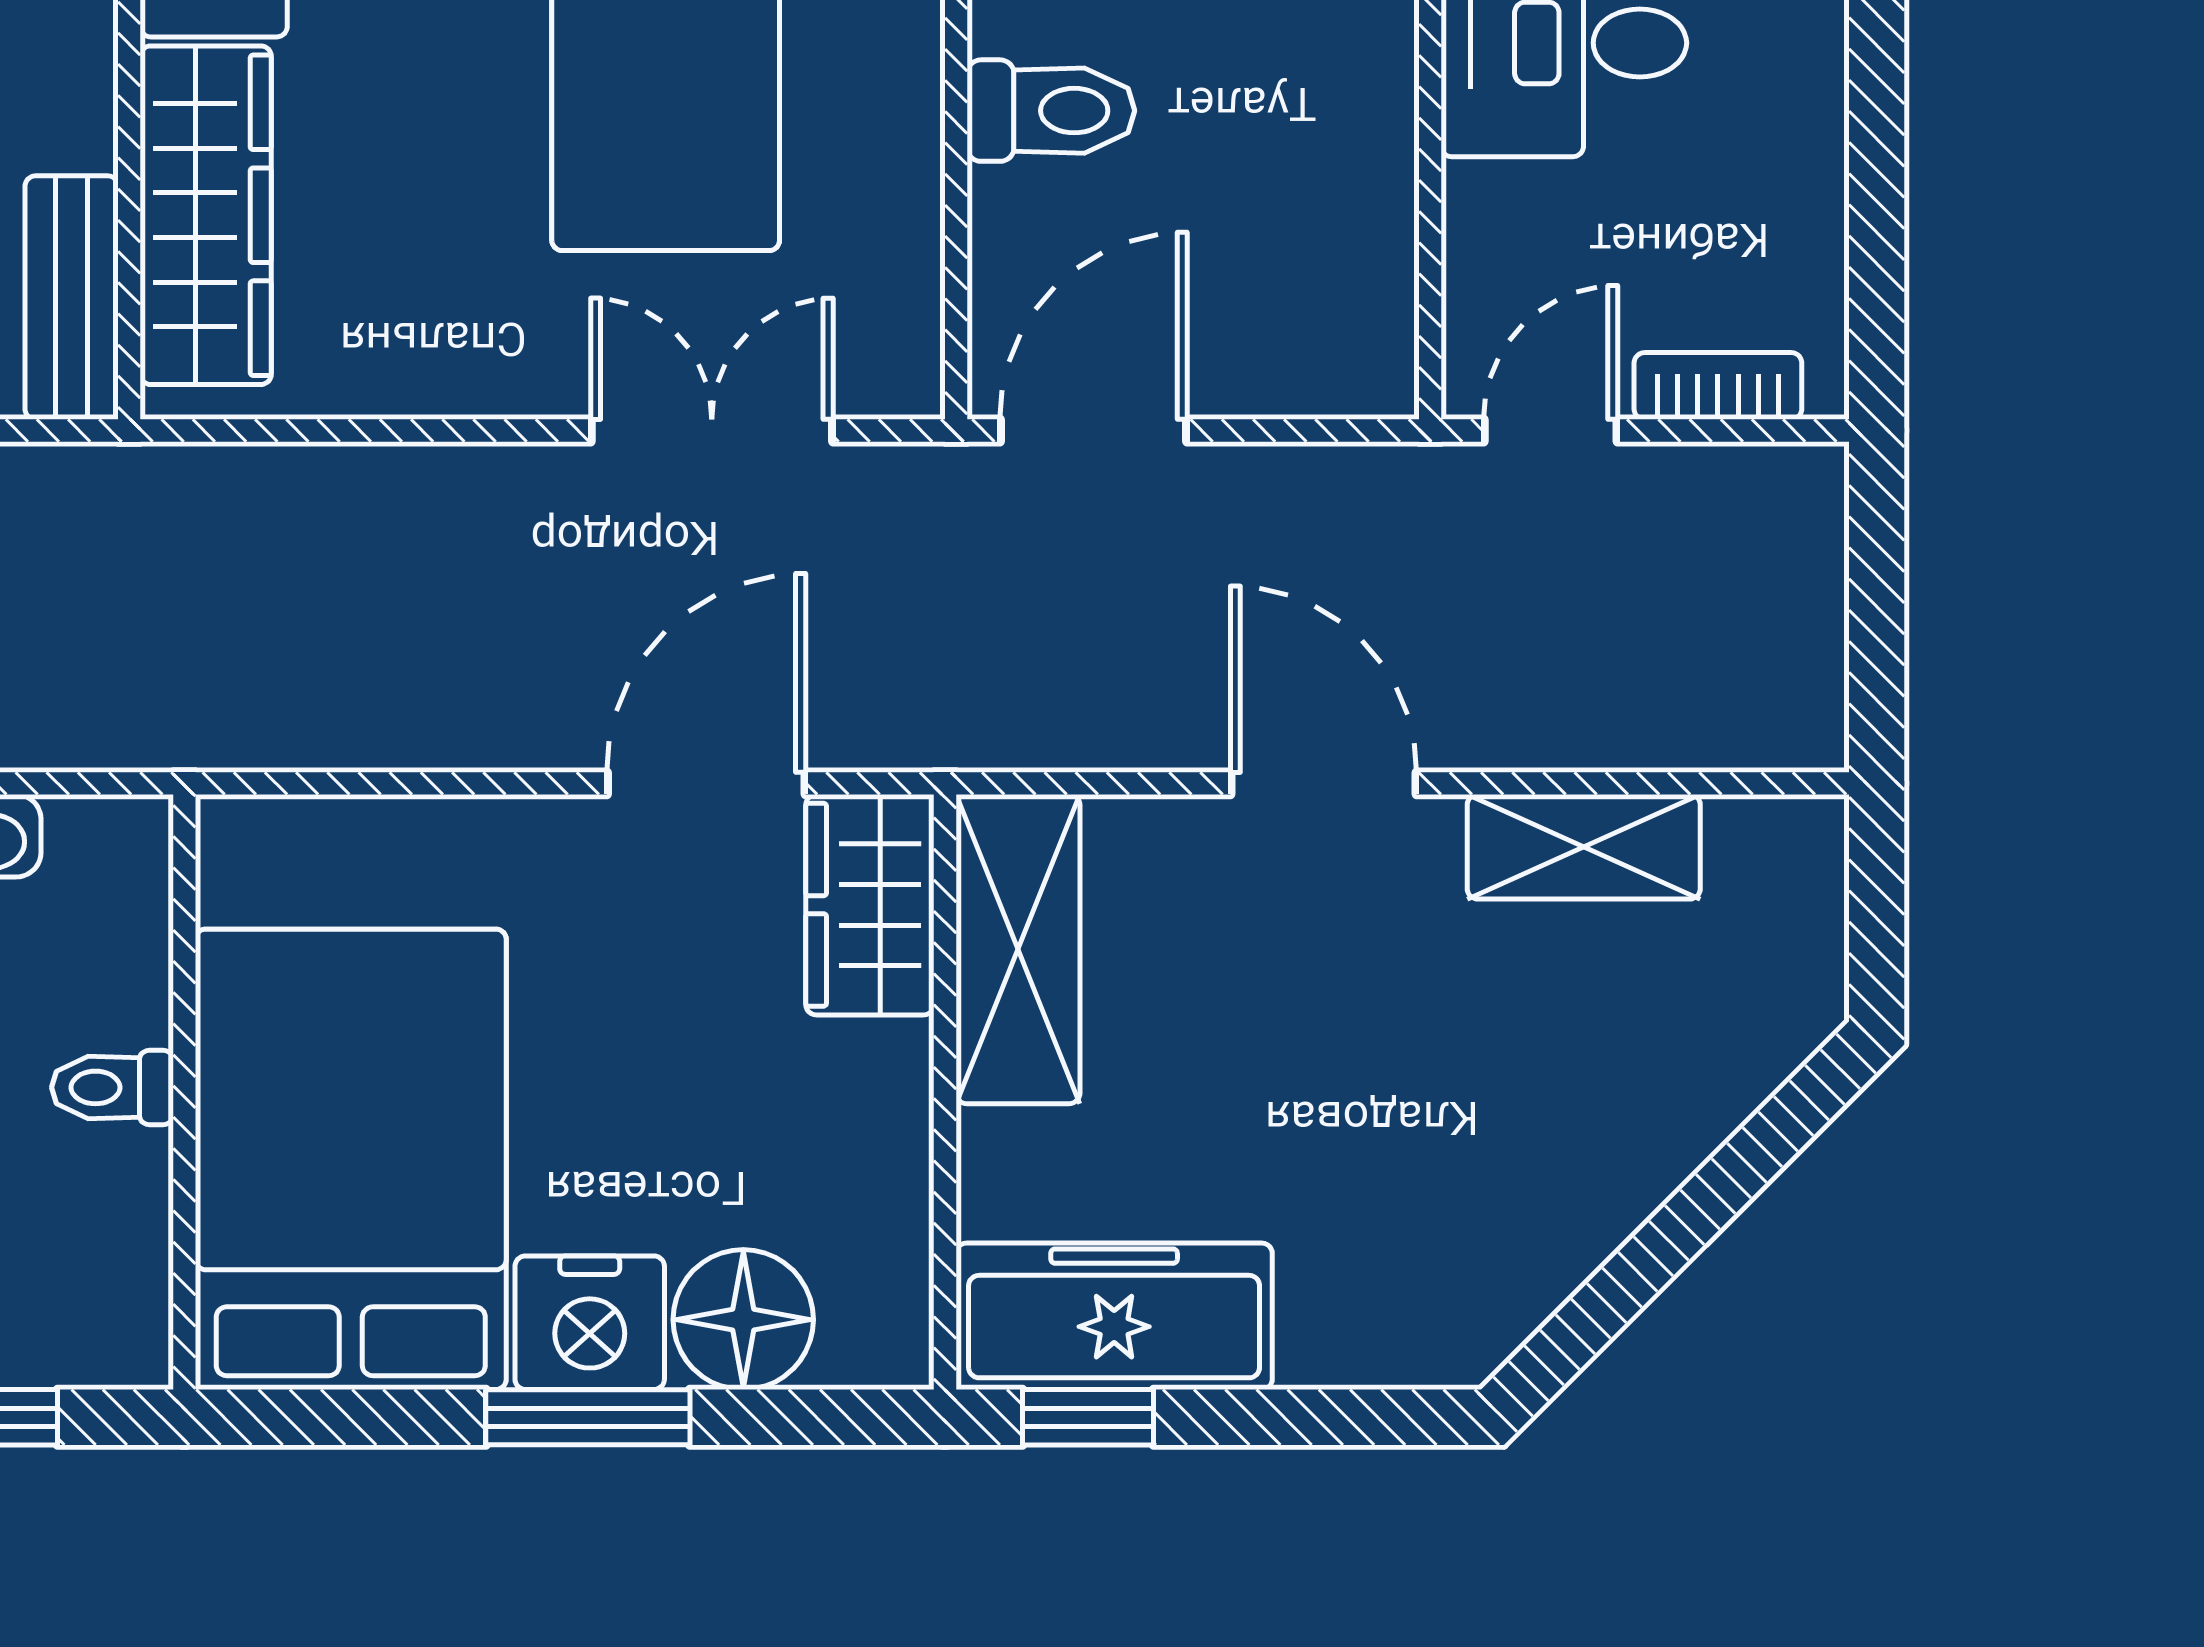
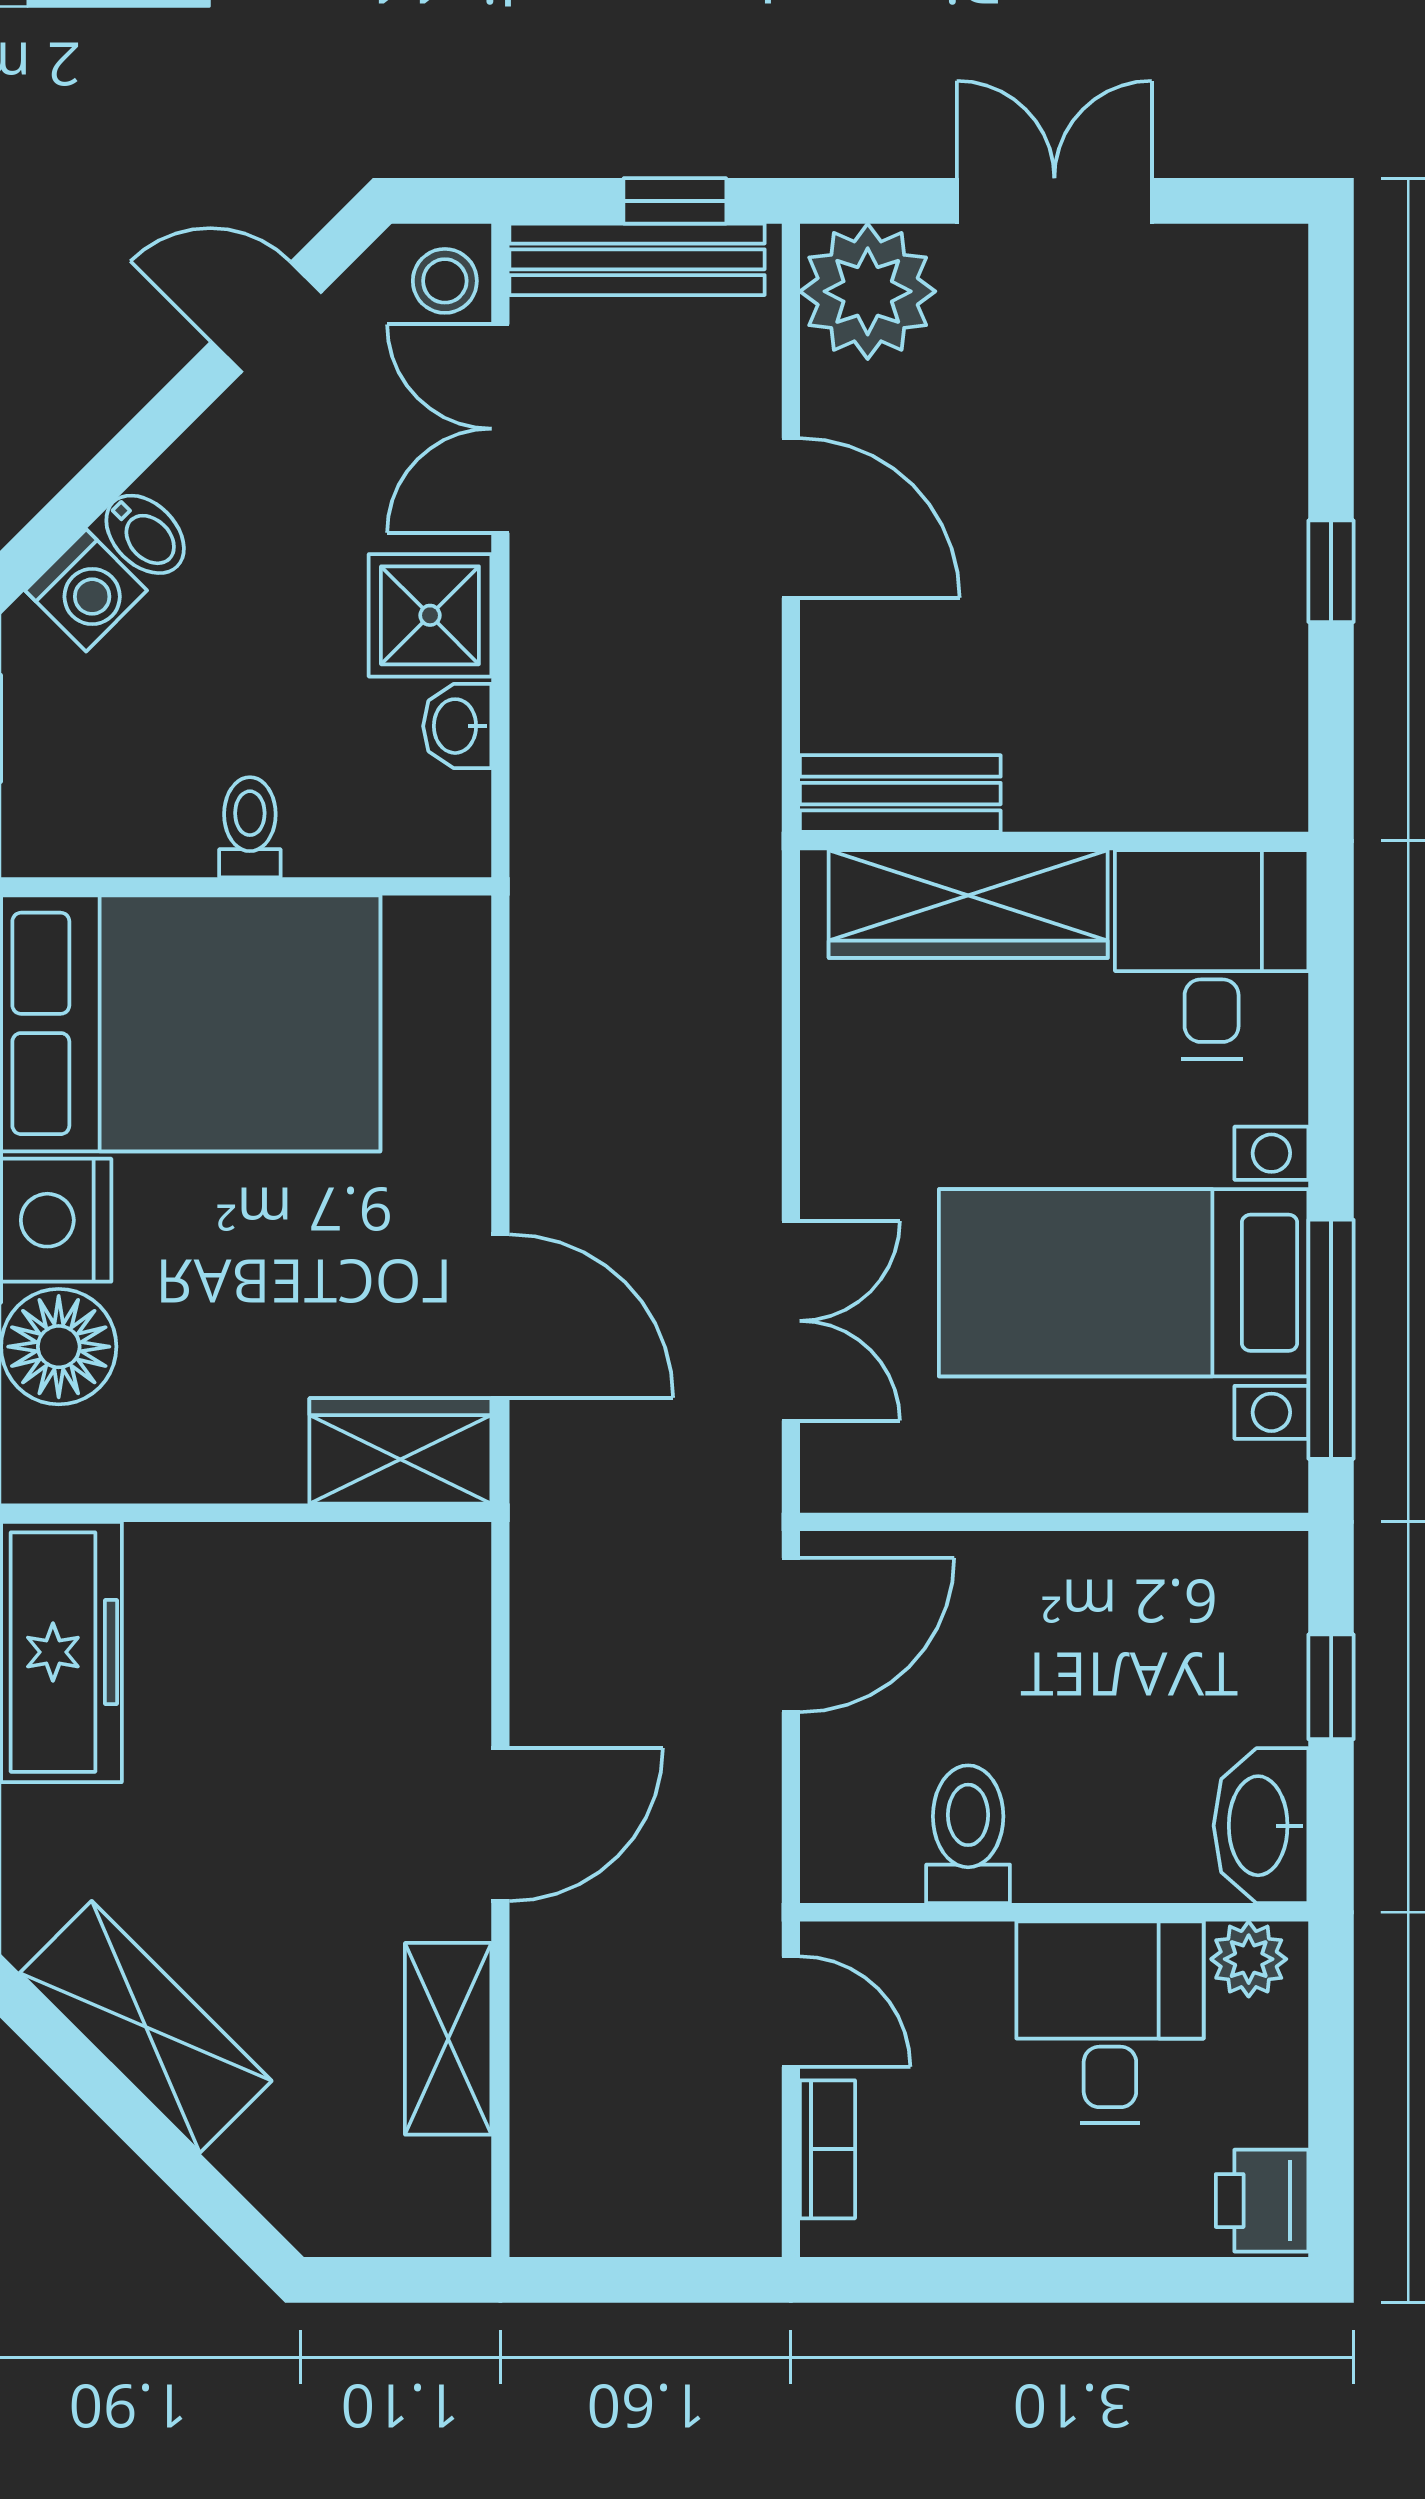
toilet: (1051, 111) -> (968, 1834), moved, turned 180
door: (1094, 431) -> (791, 1635), hinge flipped
shelving: (1018, 949) -> (146, 2027), moved, turned 45

